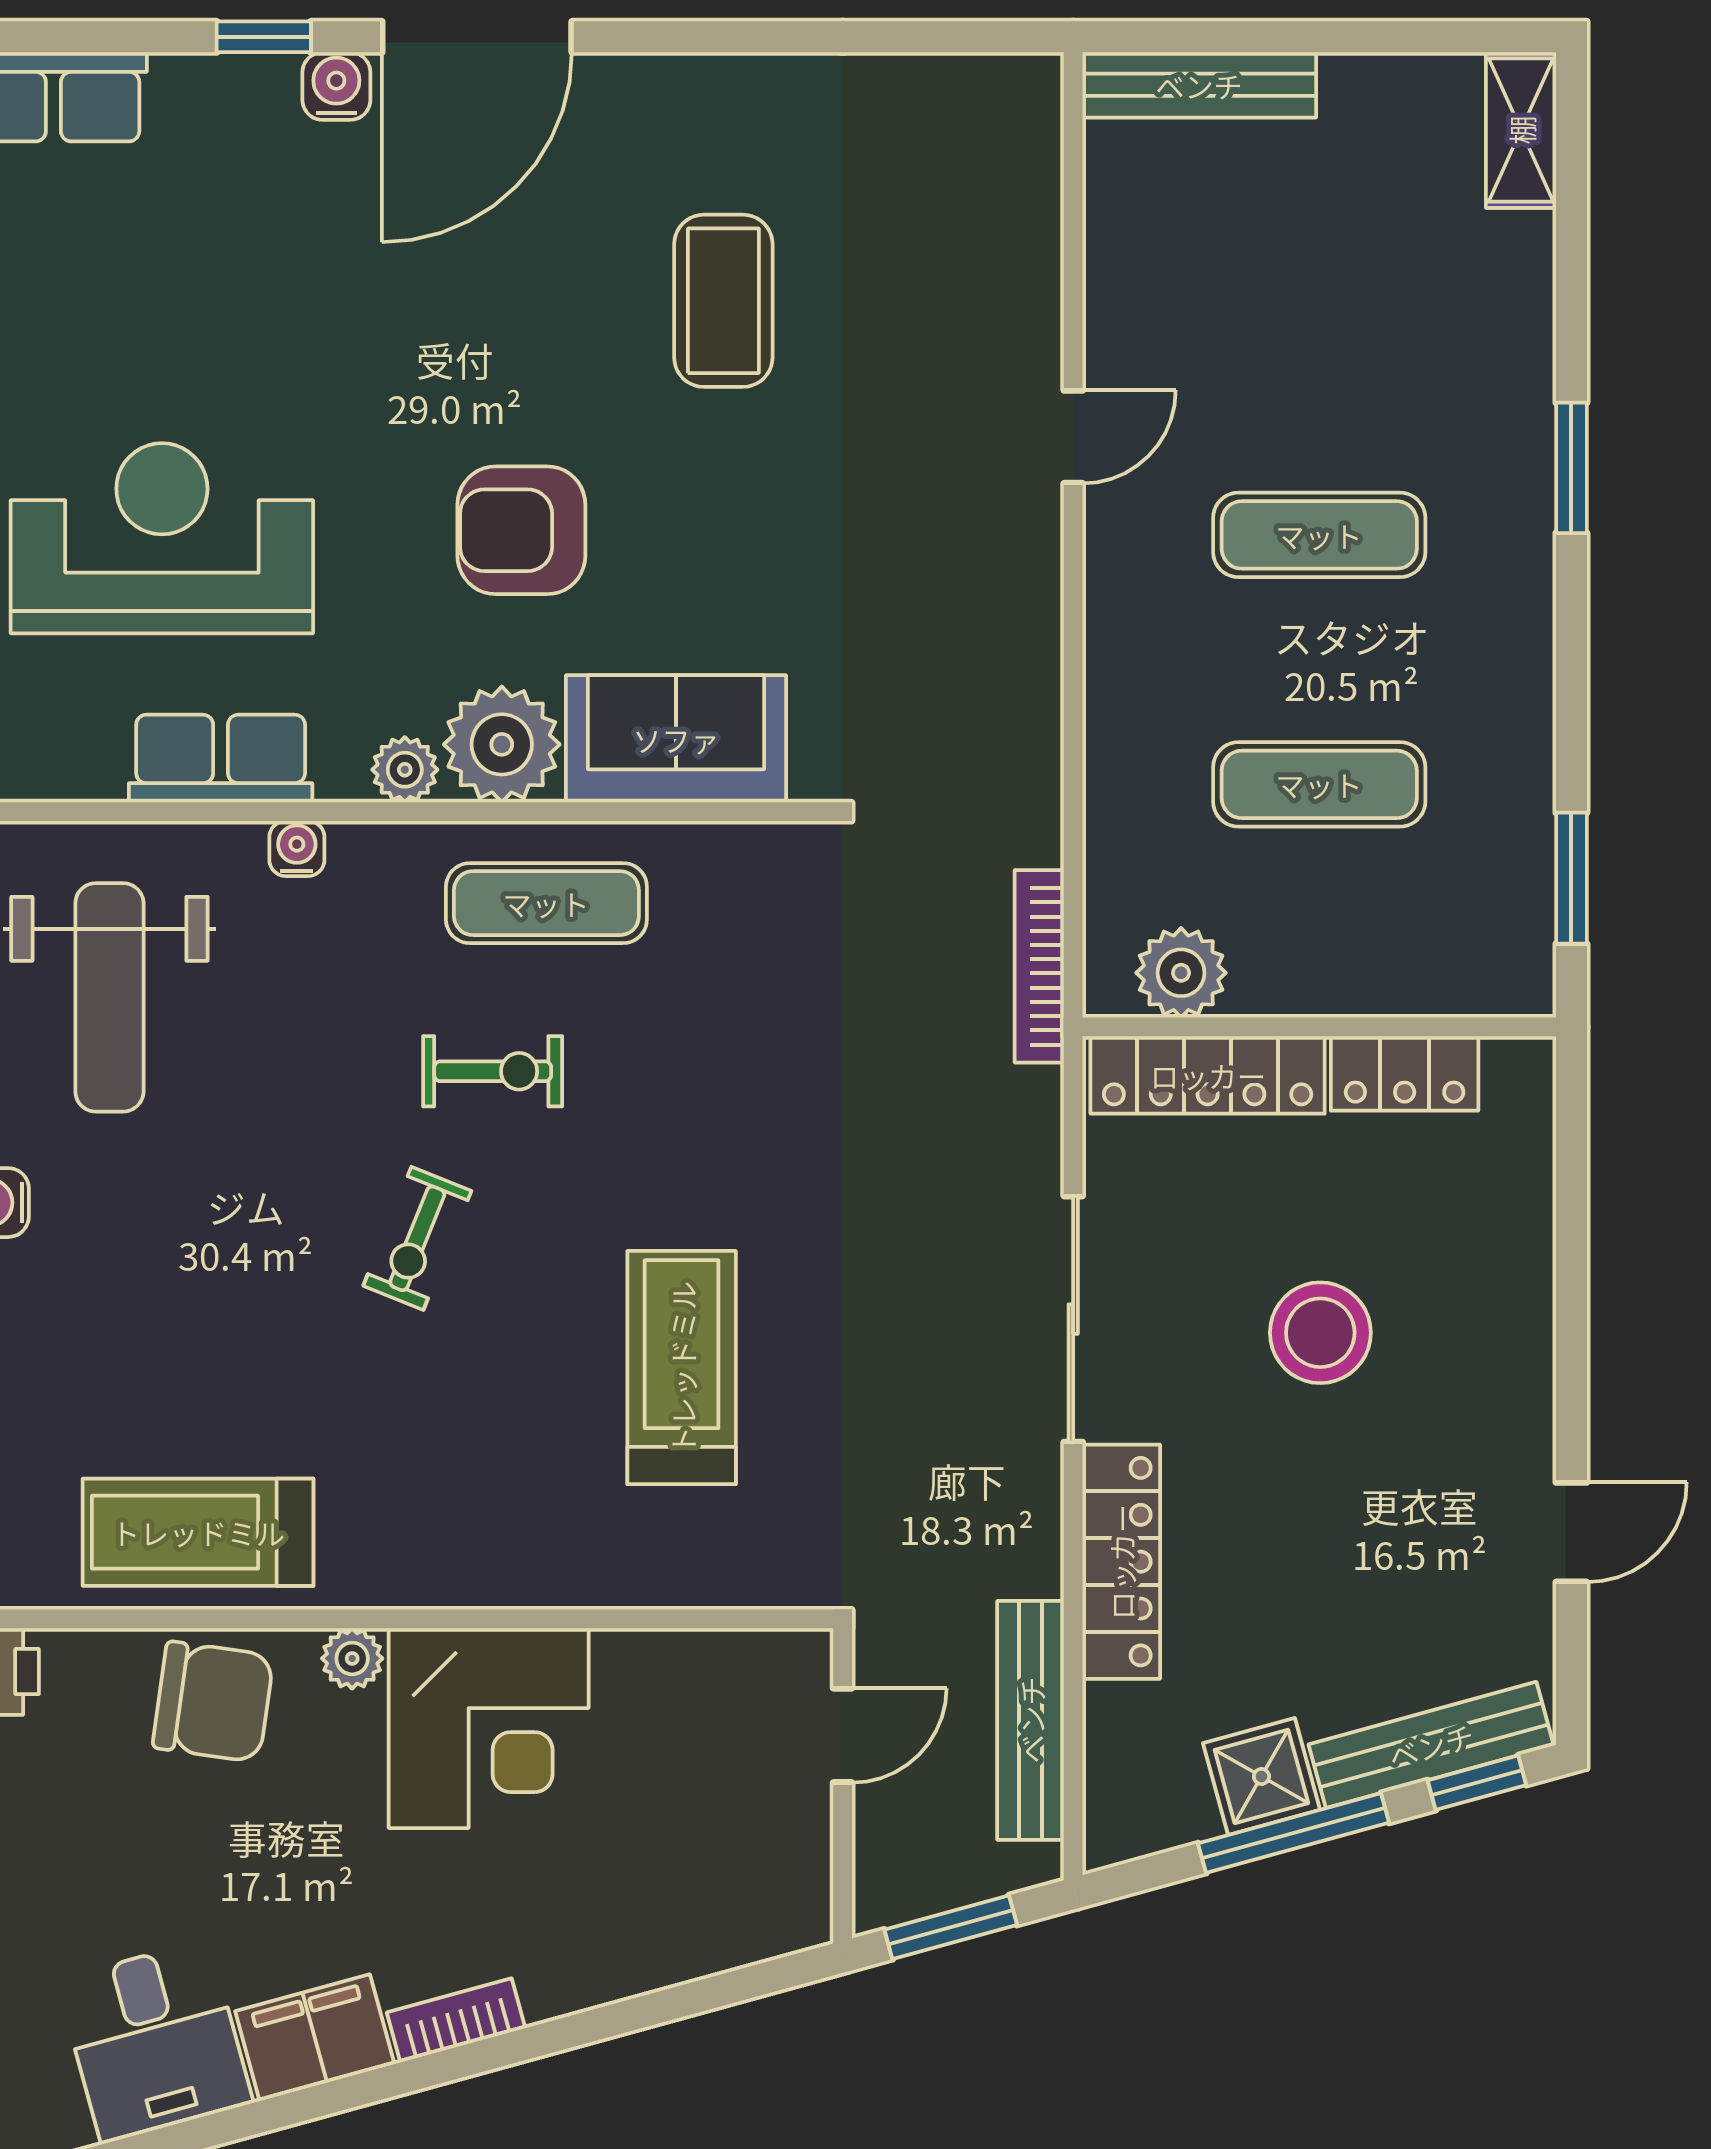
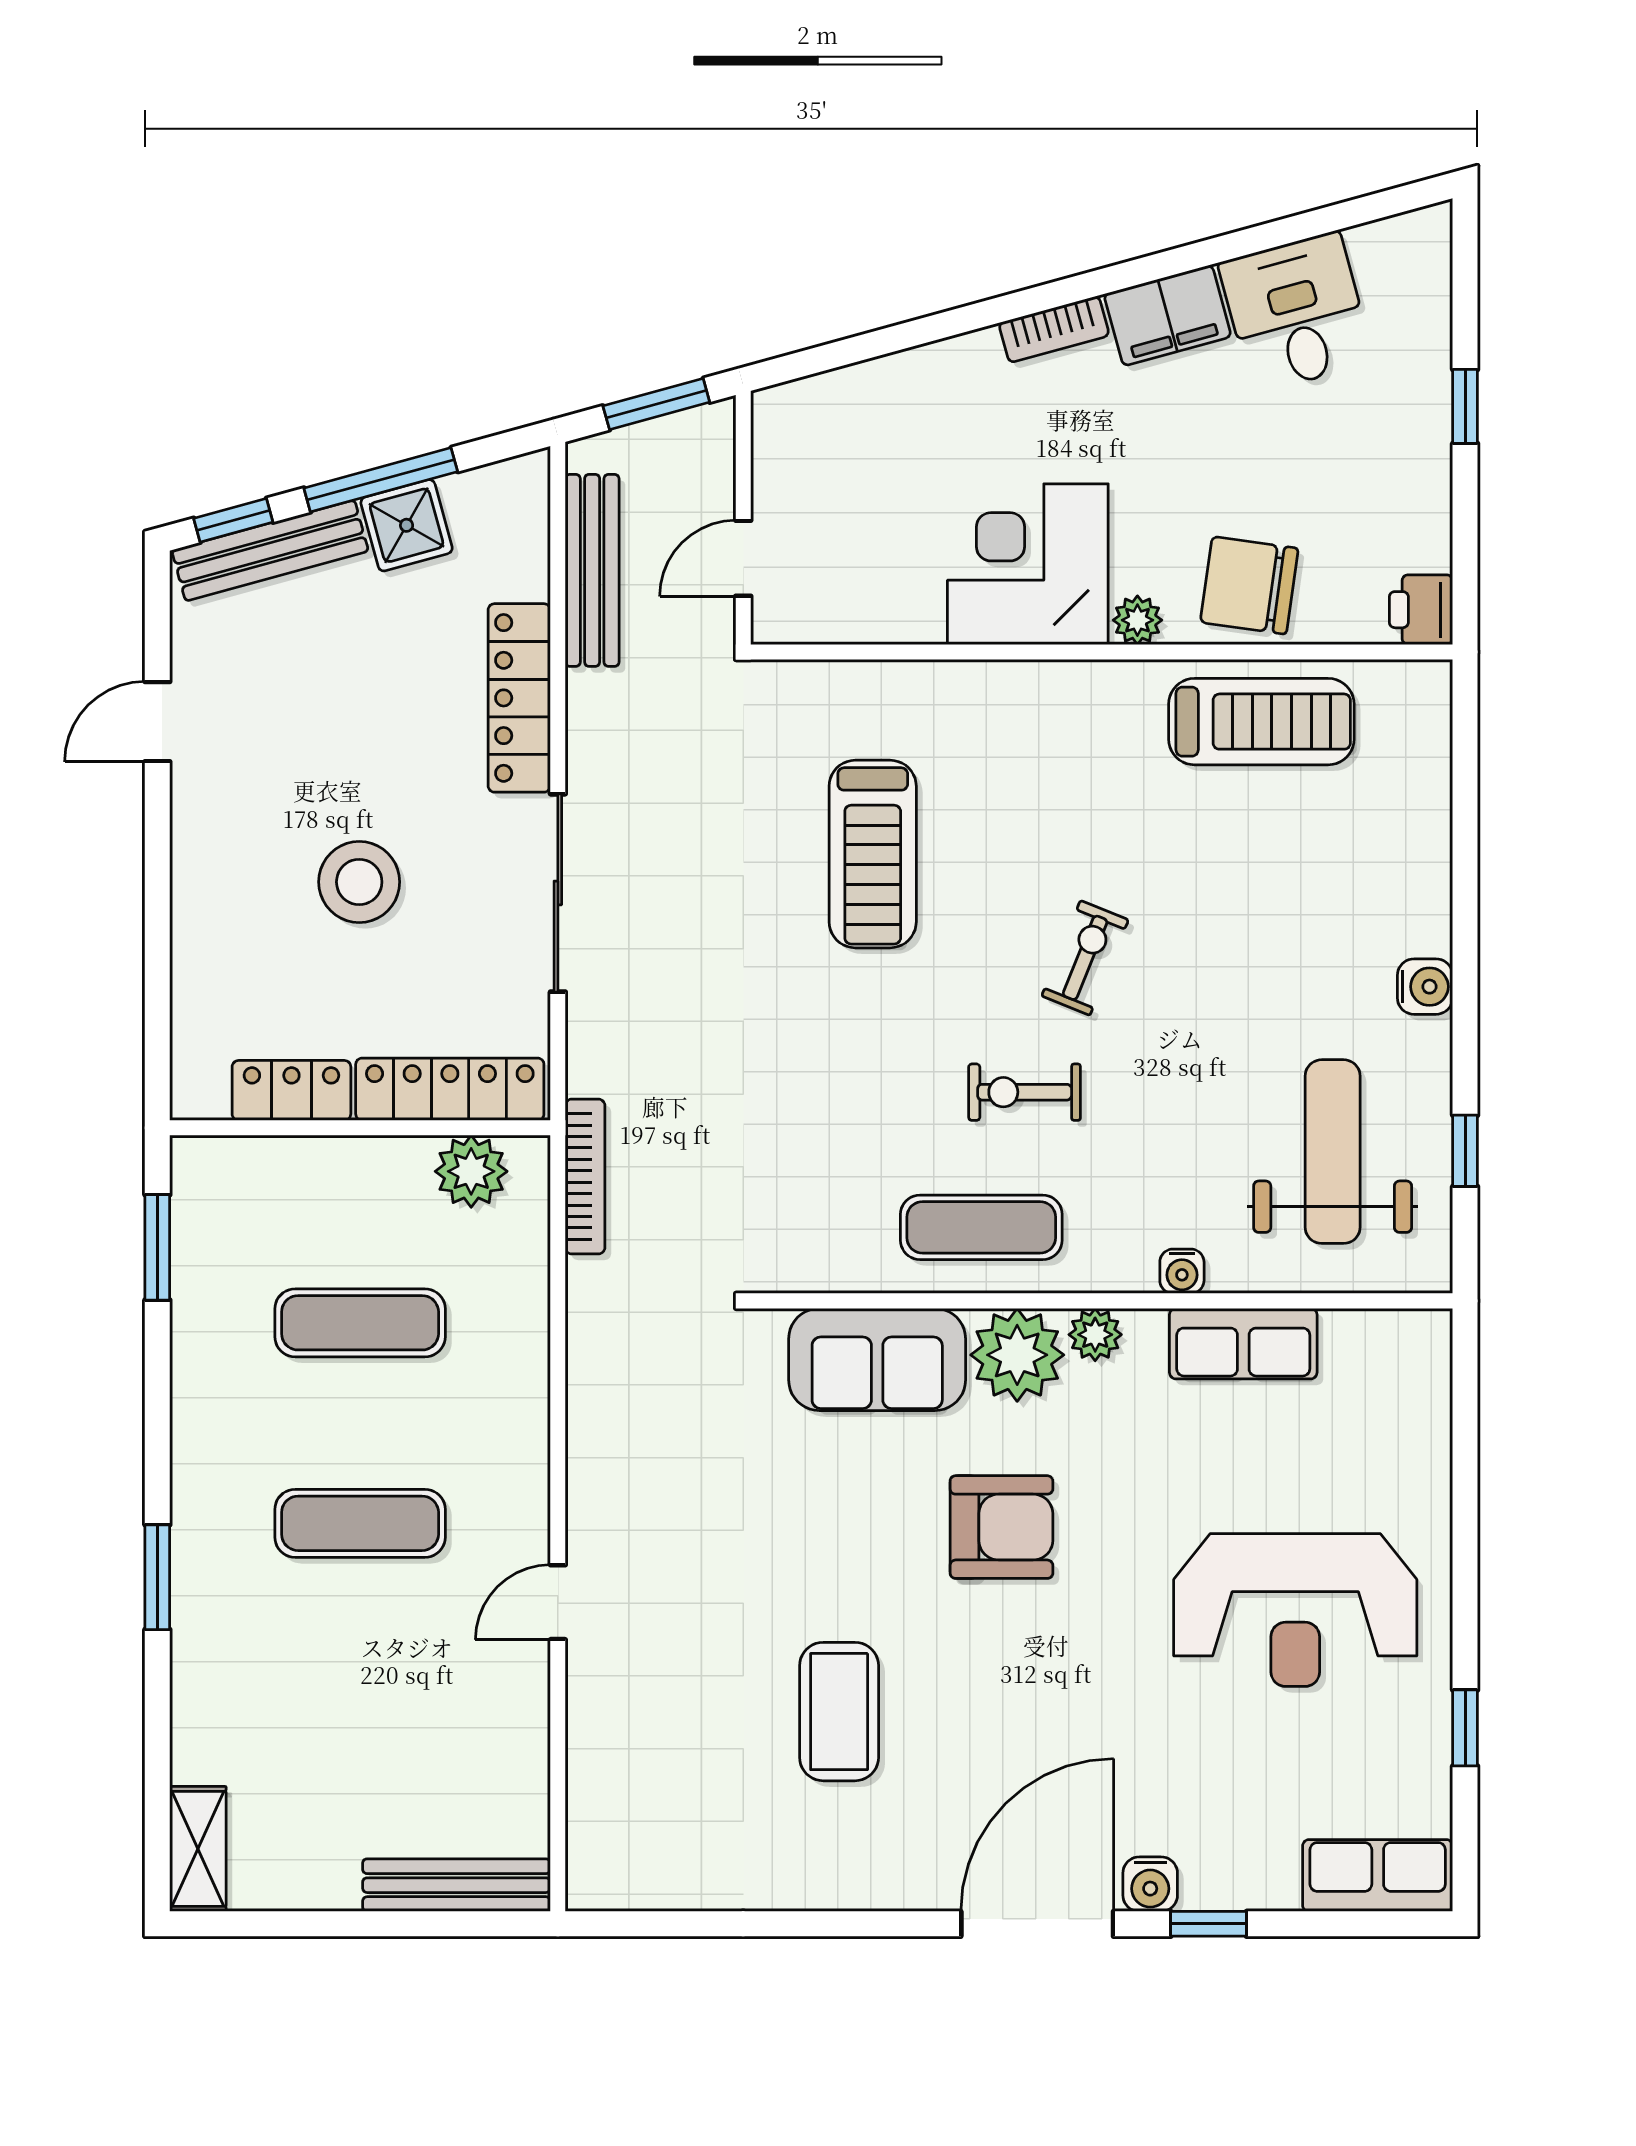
reception desk: (162, 538) -> (1295, 1610), moved

